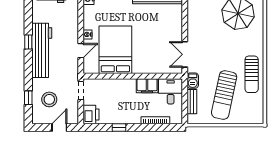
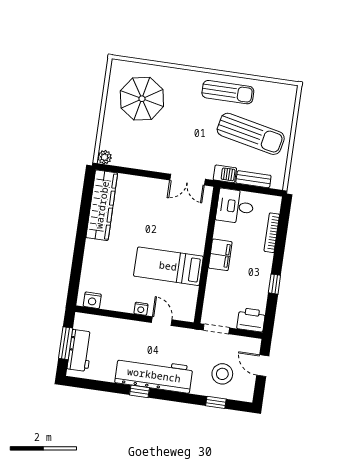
bed: (115, 50) -> (168, 266), width x0.67
filing cabinet: (147, 86) -> (220, 255), moved

